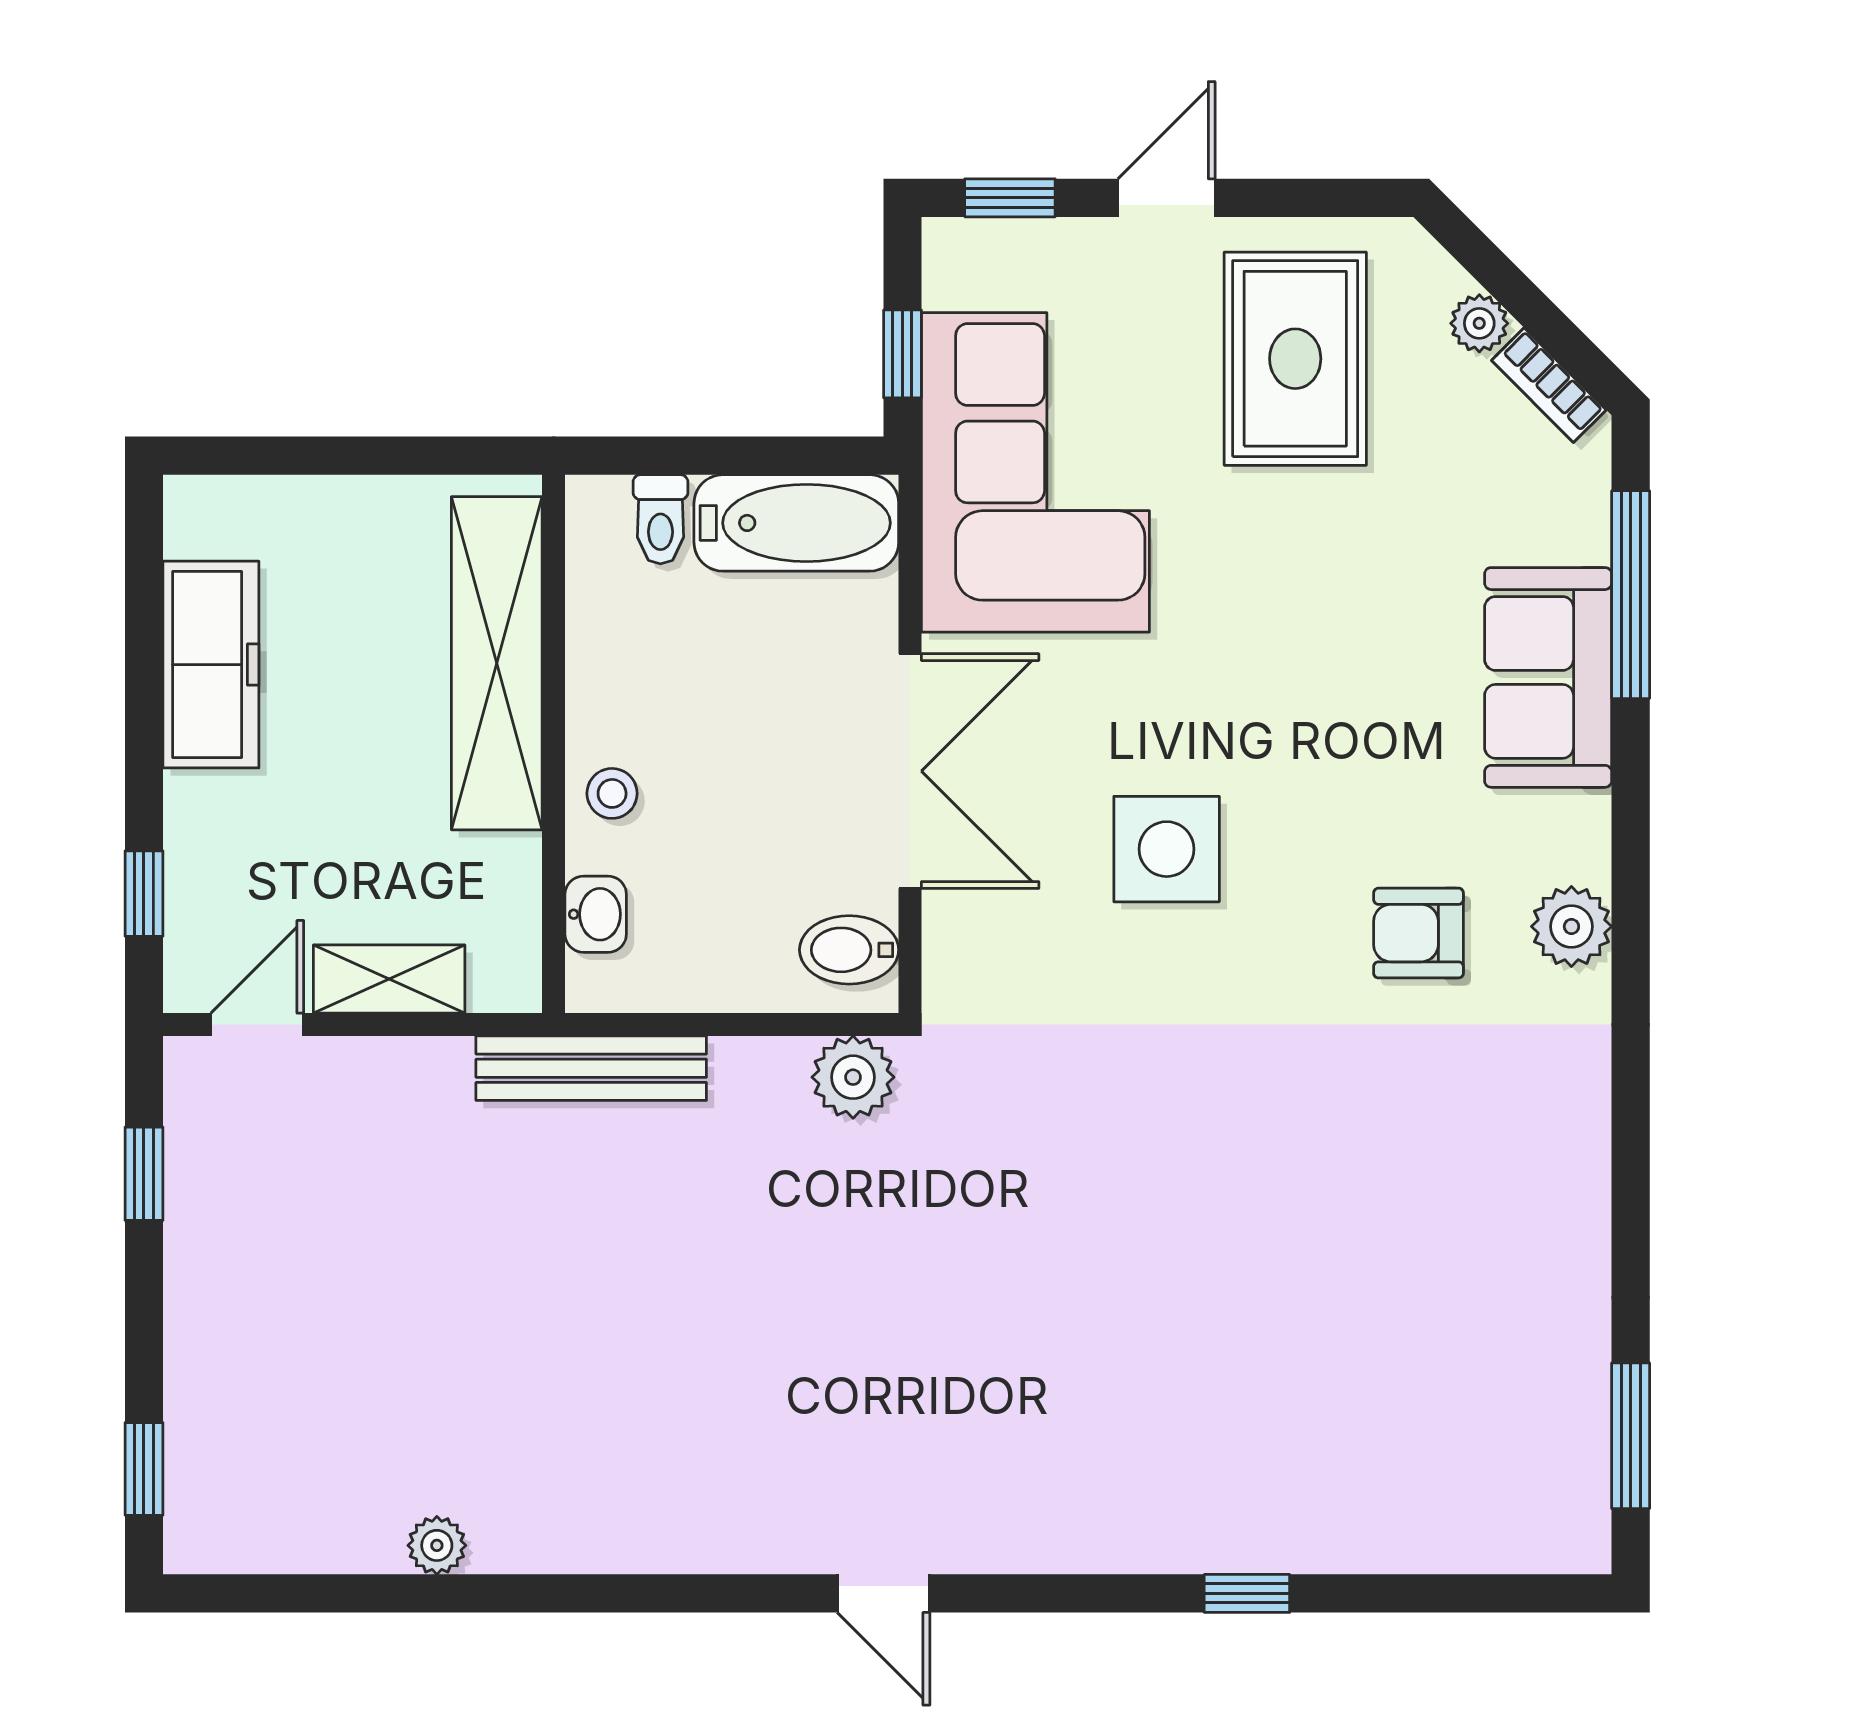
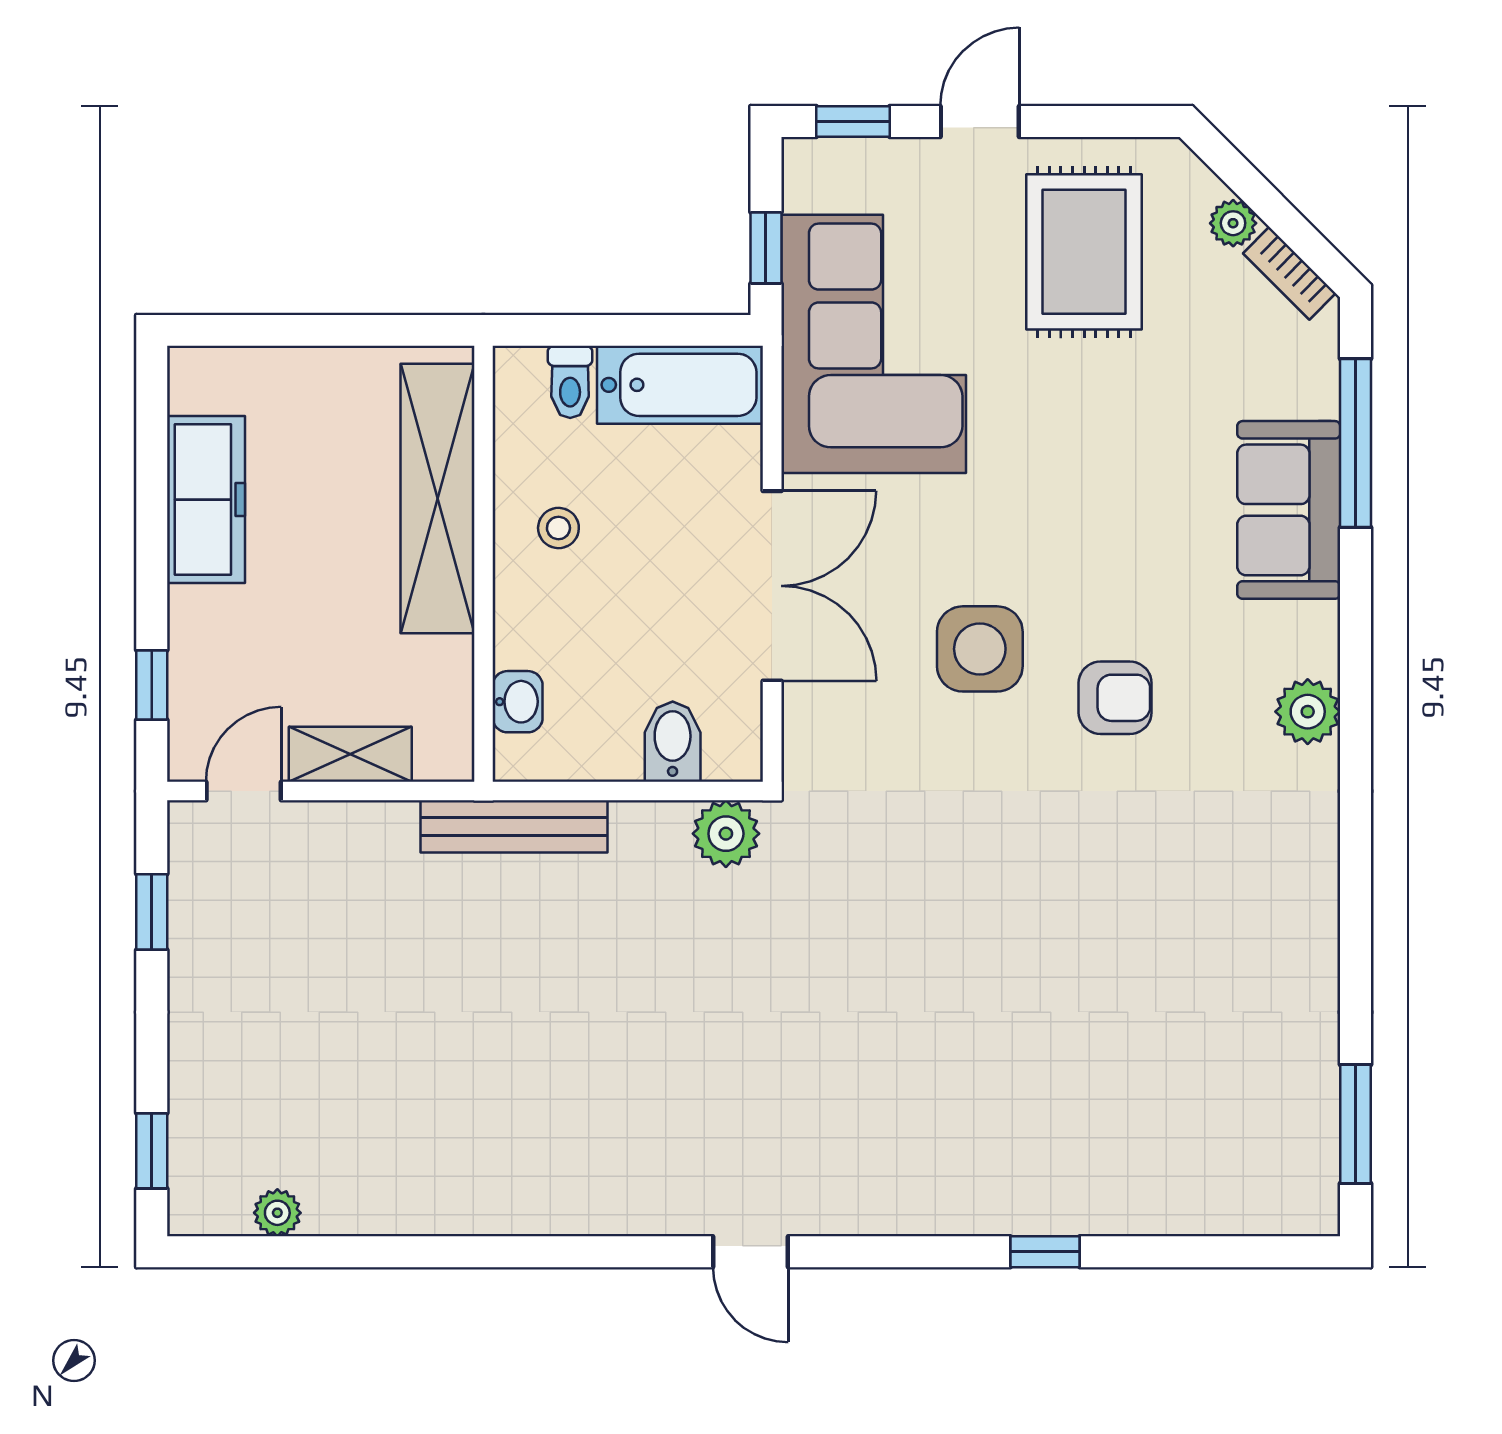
stool: (612, 793) -> (558, 528), moved
armchair: (1419, 933) -> (1115, 698), moved, turned 180
bidet: (849, 950) -> (673, 742), moved, turned 90
plant: (437, 1545) -> (277, 1213), moved

